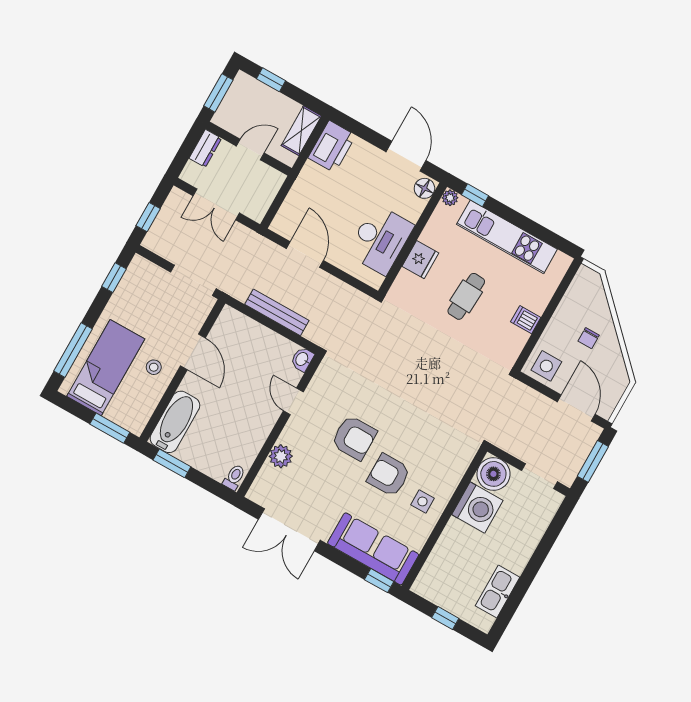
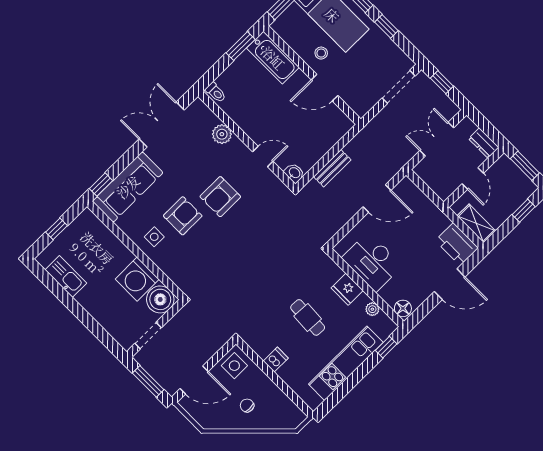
door: (406, 156) -> (450, 284), moved
plant: (450, 198) -> (372, 309), moved
window: (114, 278) -> (386, 26), moved
doorway: (193, 280) -> (399, 87), moved
bench: (277, 312) -> (332, 168), width x0.73

